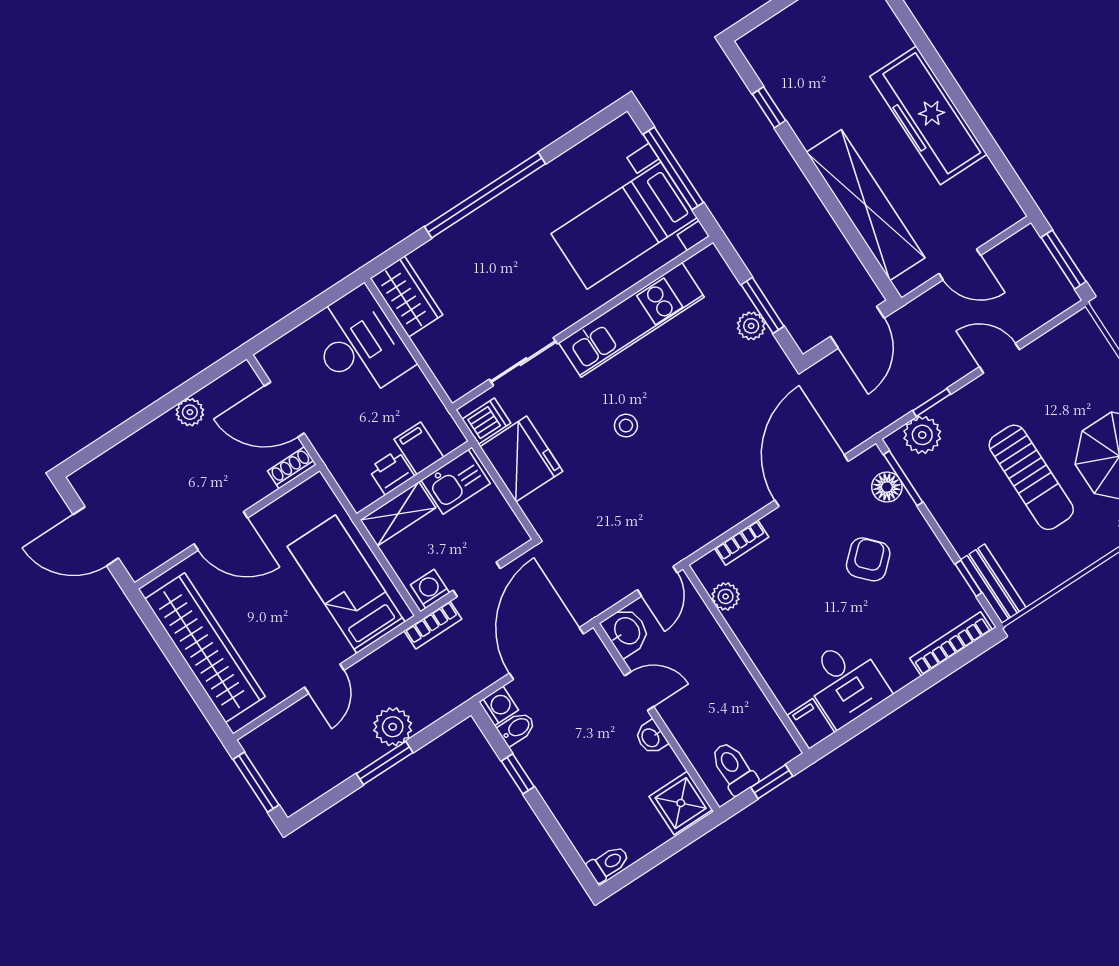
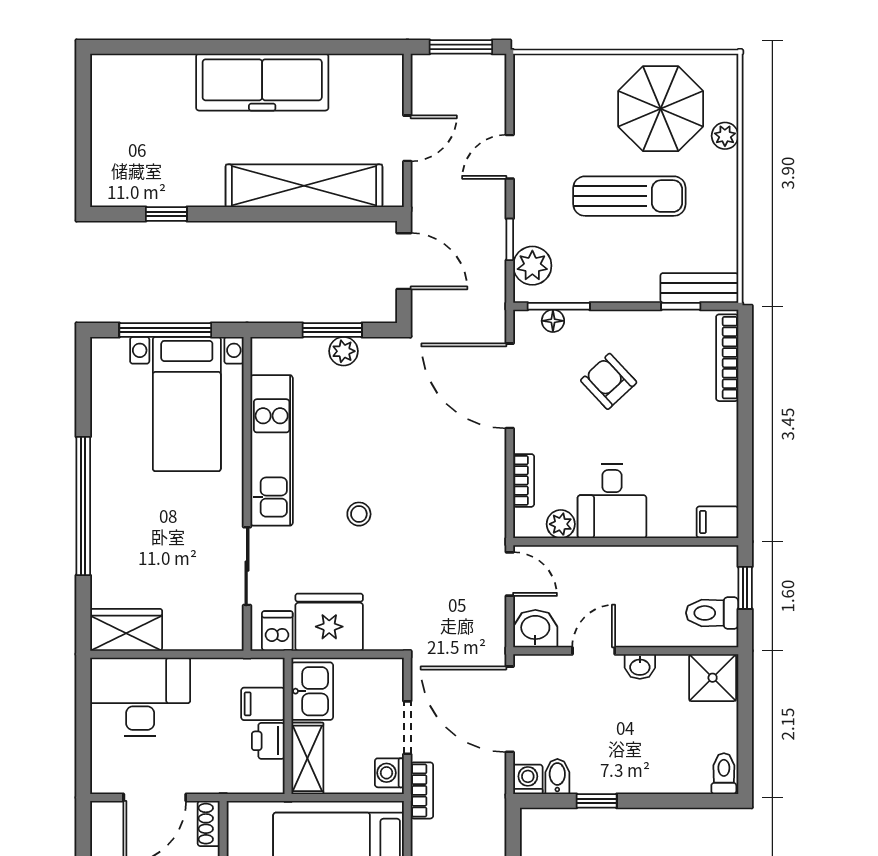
floor lamp: (887, 487) -> (553, 321), width x0.73, depth x0.73
desk: (846, 682) -> (612, 501), moved, turned 90

